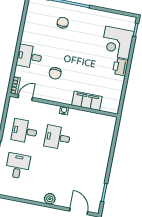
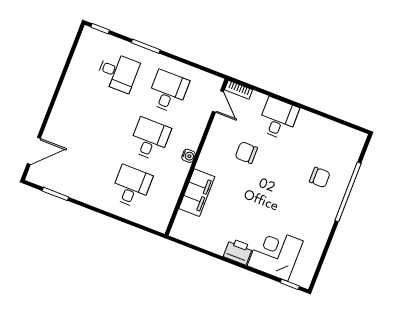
desk: (90, 144) -> (131, 187), added
plant: (50, 199) -> (61, 111), removed

